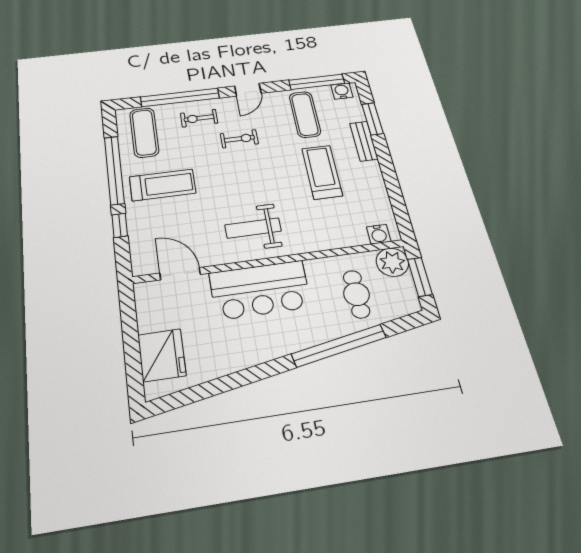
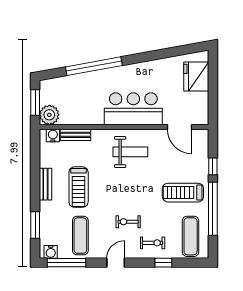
window: (180, 97) -> (163, 263), width x0.32
bench: (364, 141) -> (45, 184), moved
bench: (344, 240) -> (76, 135), added
cafe table: (356, 294) -> (76, 97), removed

